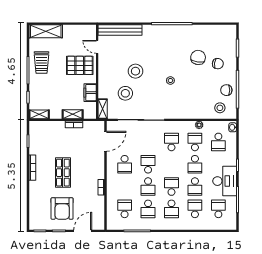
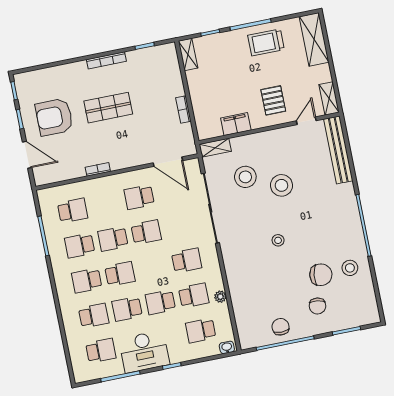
pallet: (80, 65) -> (273, 100), width x0.67, depth x0.71
stool: (220, 108) -> (350, 268), moved
shelving: (73, 114) -> (329, 98), moved

